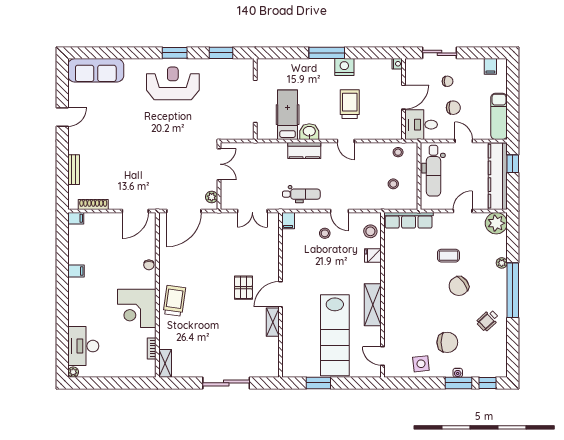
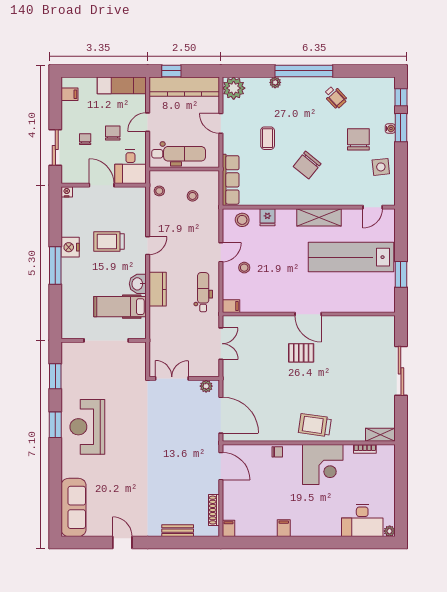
chair: (459, 286) -> (307, 165), moved, turned 76
shelving: (273, 322) -> (337, 322), removed
lab bench: (335, 335) -> (351, 257), turned 180

